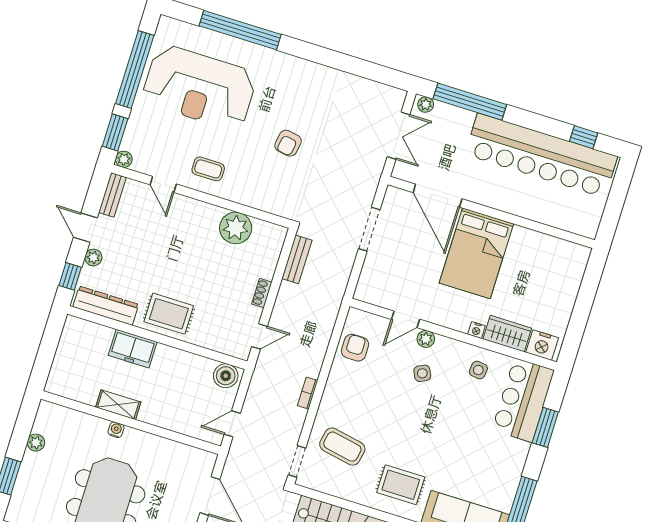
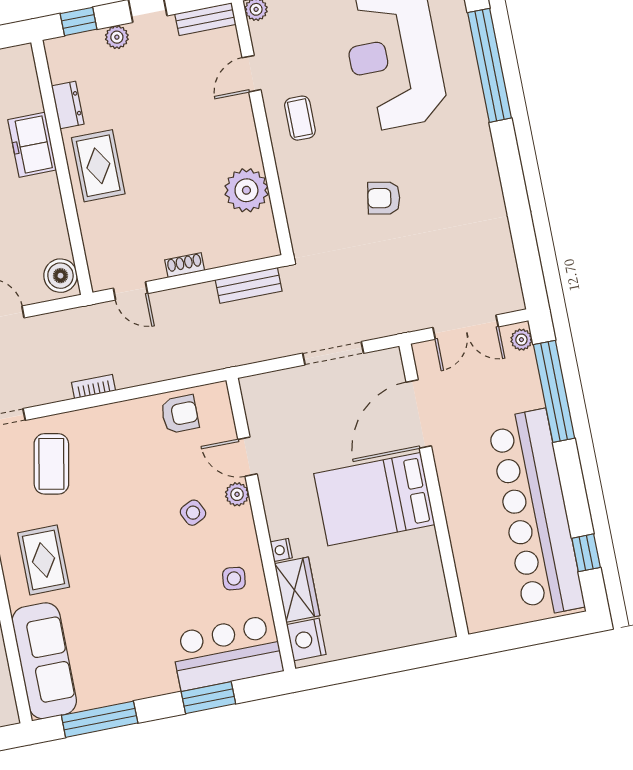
dresser: (106, 306) -> (68, 105), width x0.51, depth x0.80

